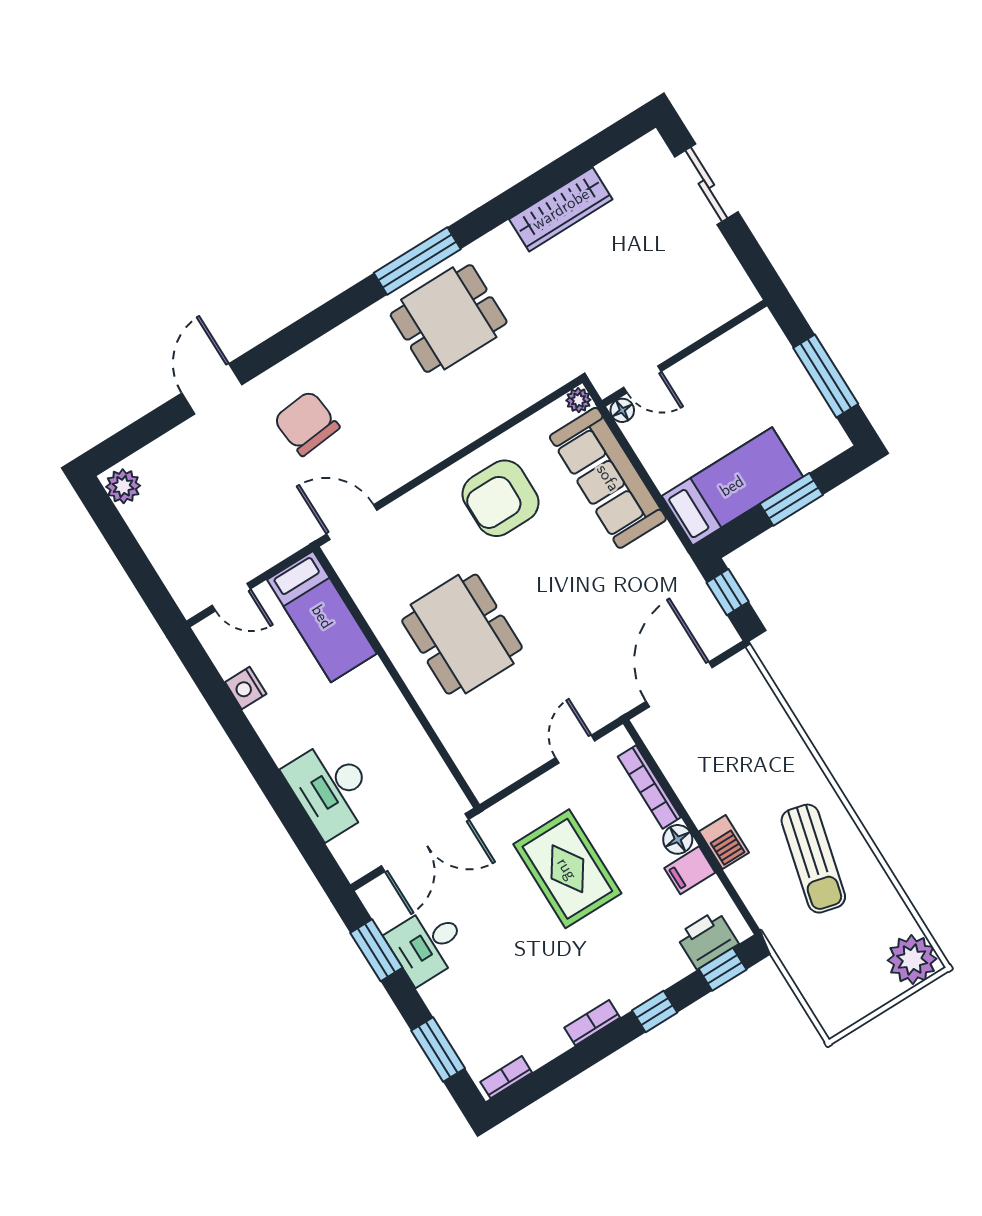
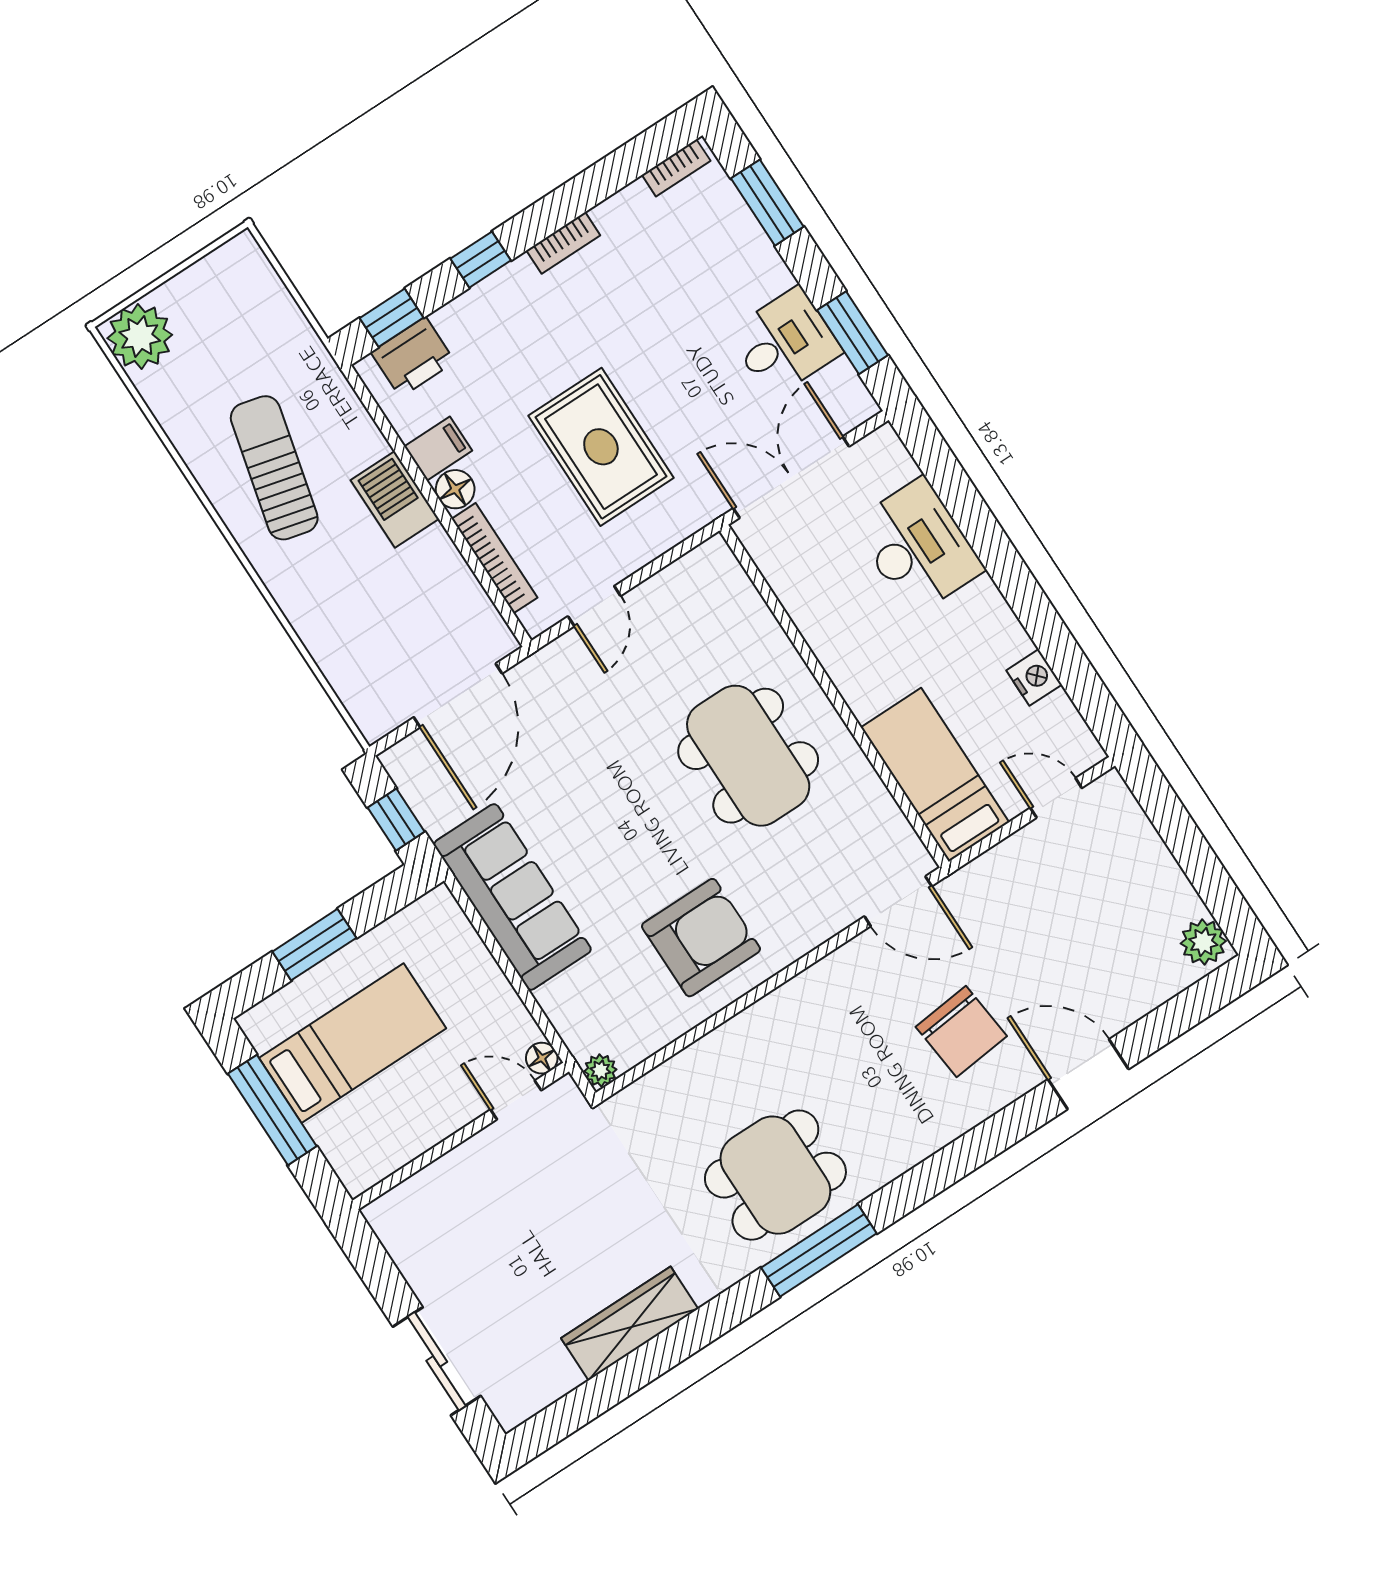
door: (212, 389) -> (1088, 1074), swing flipped
sofa: (608, 478) -> (512, 897), moved
bed: (732, 486) -> (353, 1043), moved, turned 180
barbecue: (724, 842) -> (395, 500), width x1.38, depth x1.27

